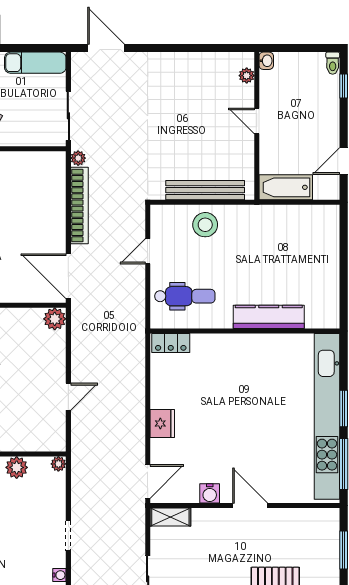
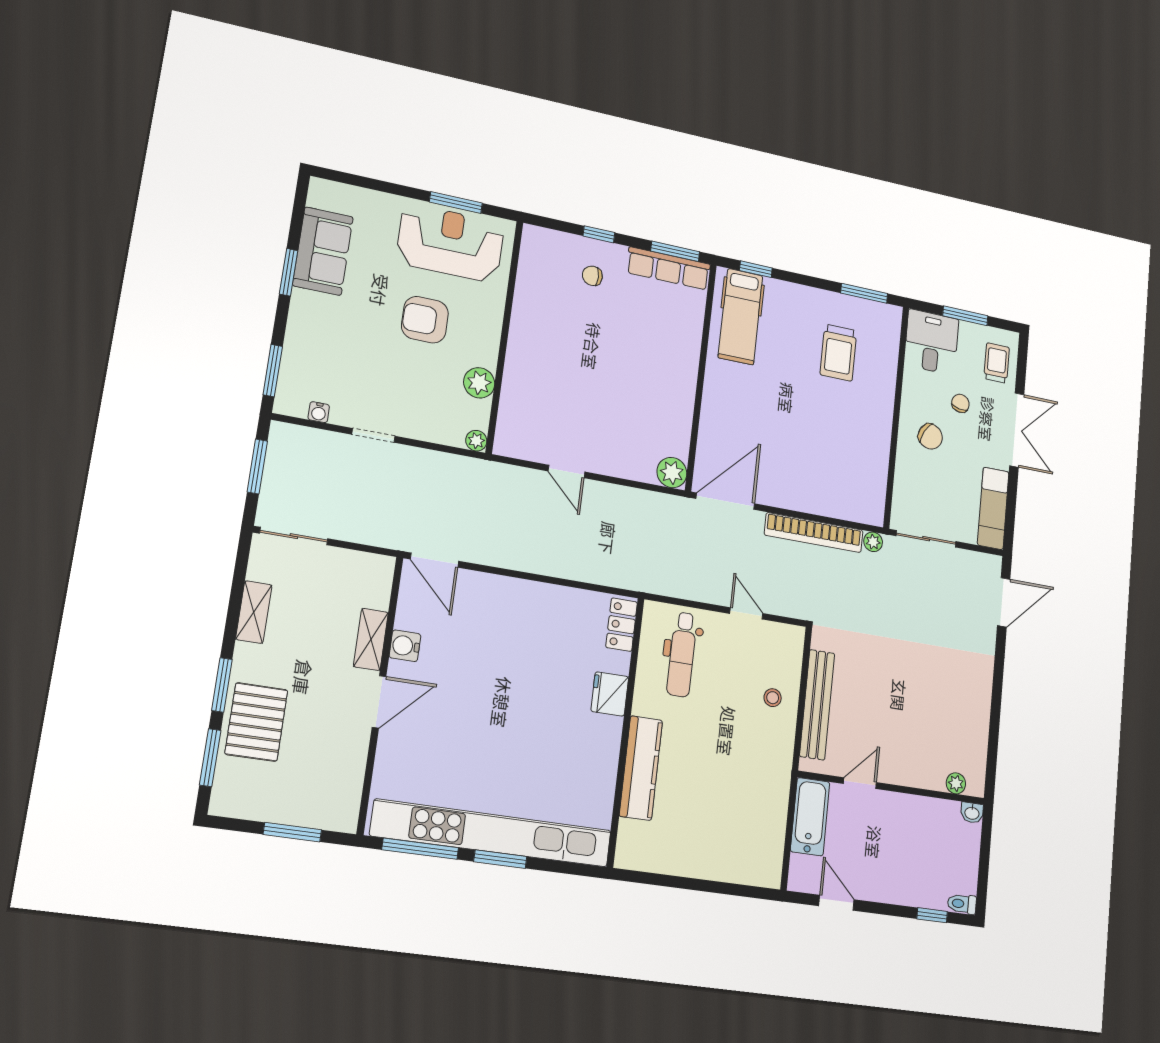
door: (257, 121) -> (860, 783), moved
stool: (205, 225) -> (773, 698), width x0.53, depth x0.53
fridge: (162, 423) -> (610, 694), moved, turned 90
shelving: (170, 517) -> (371, 639), moved

